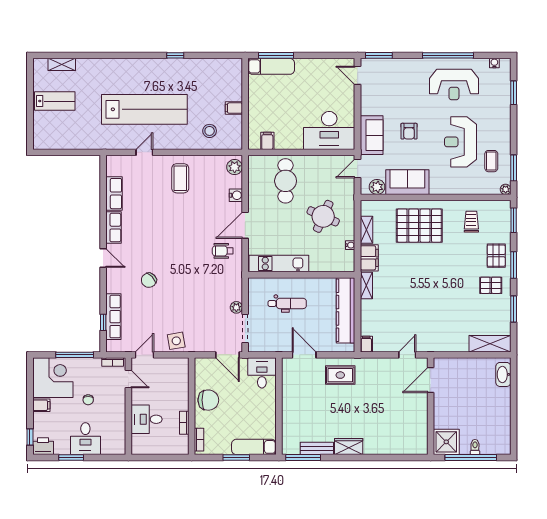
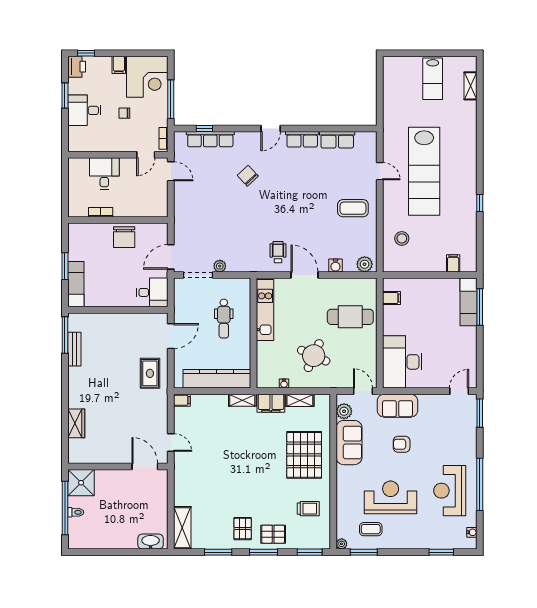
filing cabinet: (234, 108) -> (453, 263), moved
side table: (176, 341) -> (185, 204), removed
bookcase: (199, 440) -> (83, 228), removed
wardrobe: (349, 446) -> (76, 423), moved

